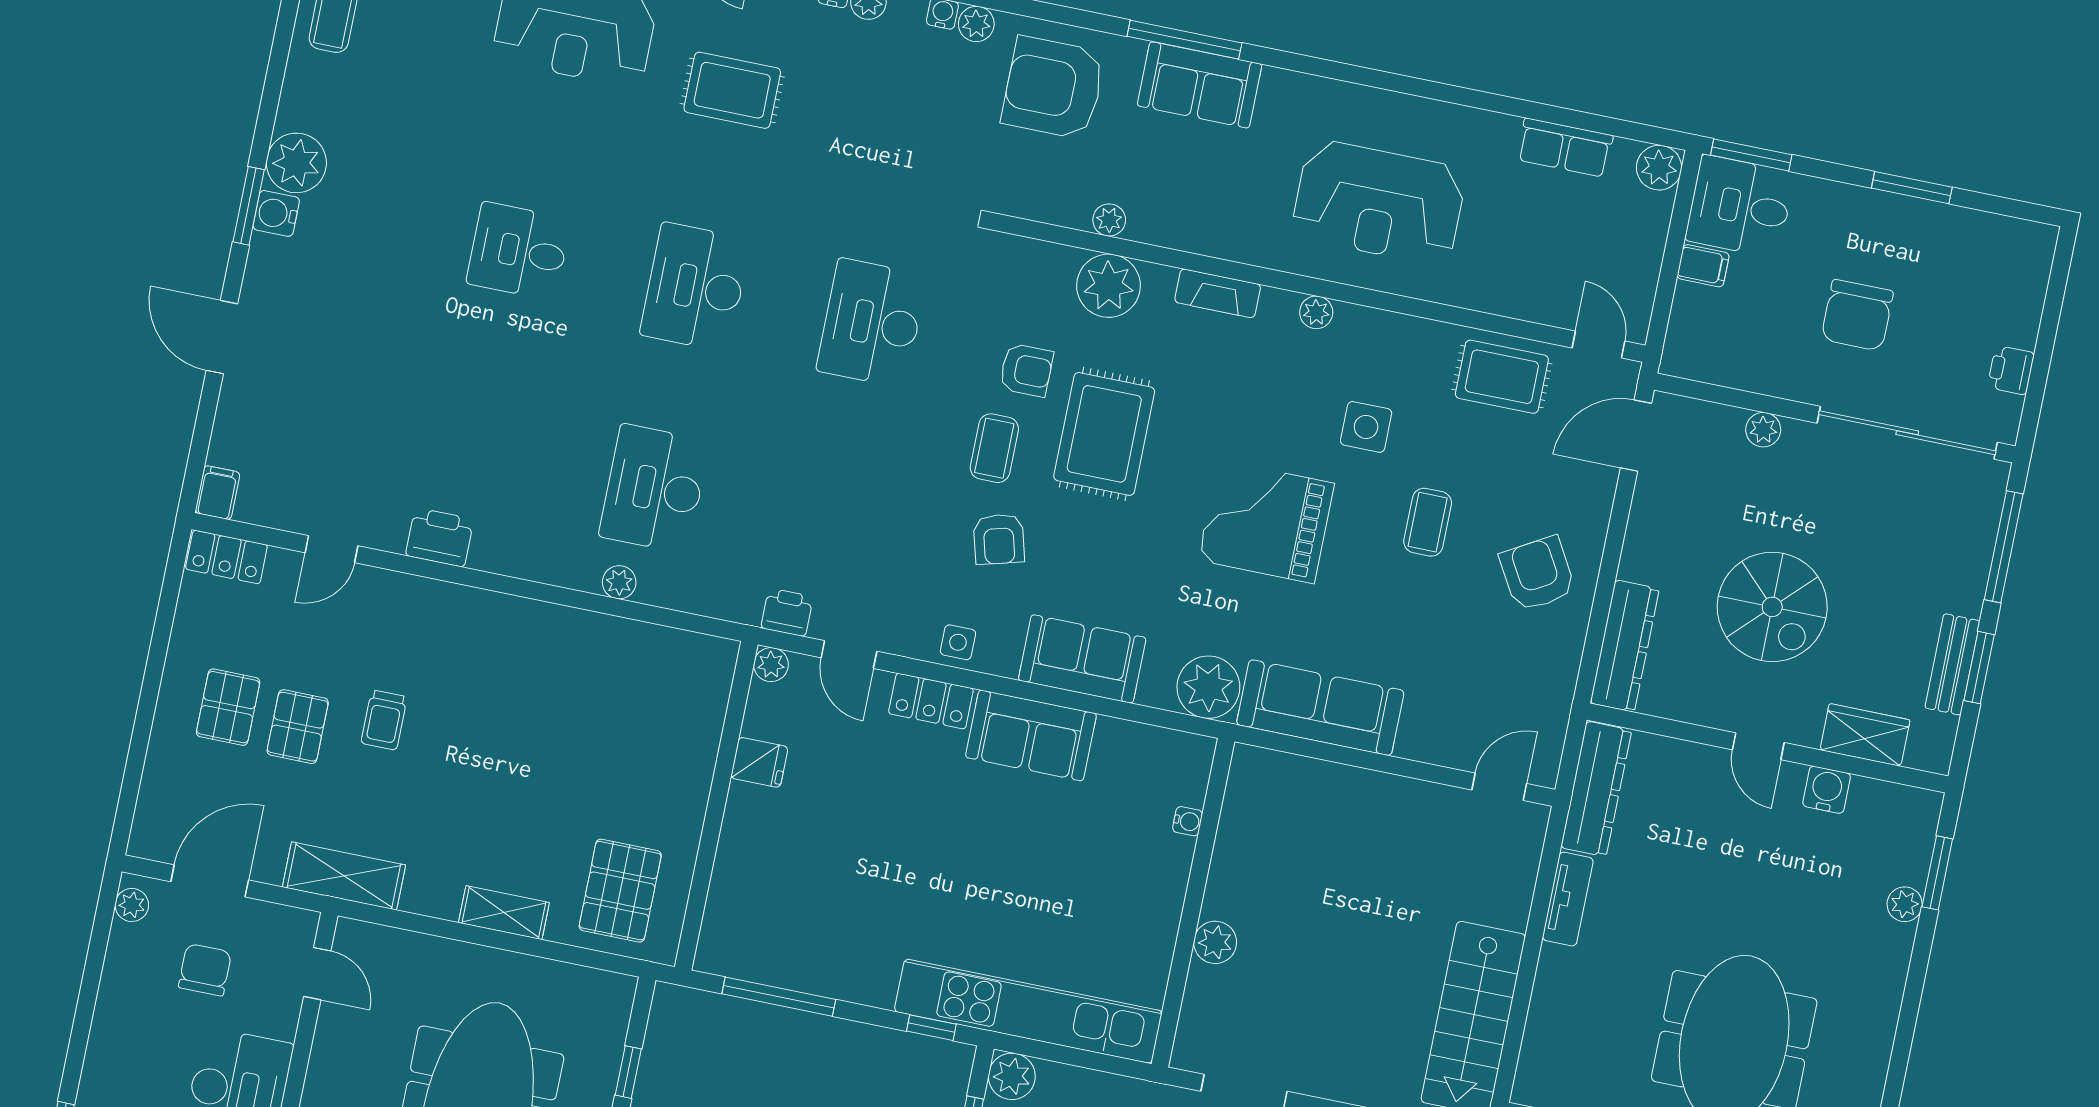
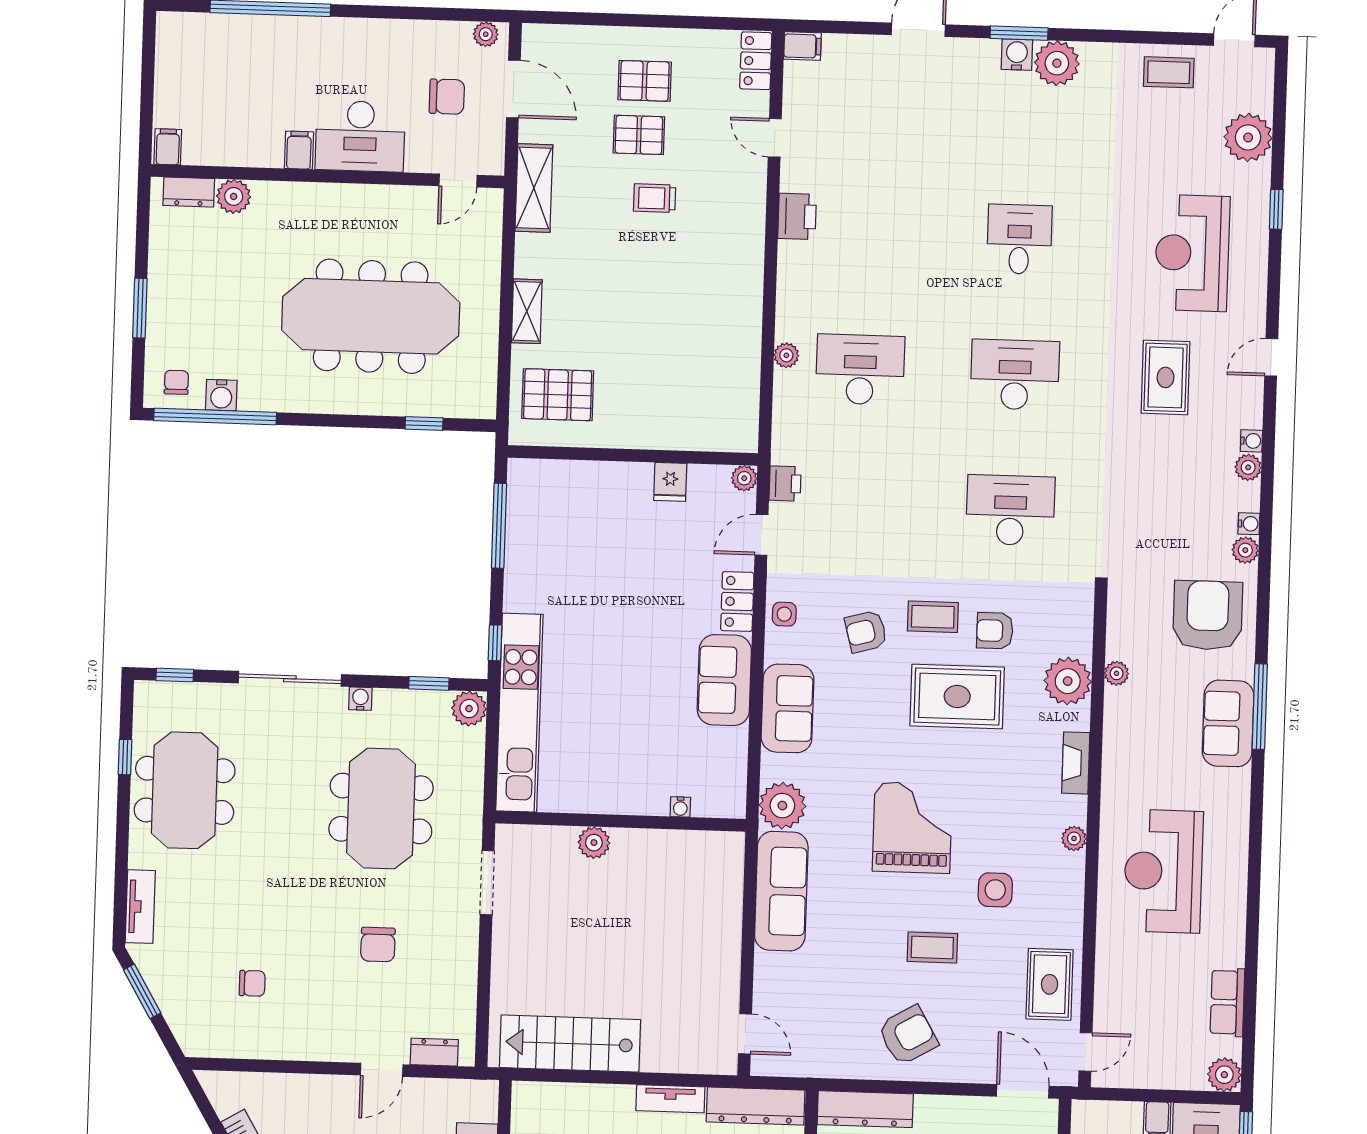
armchair: (1026, 370) -> (995, 631), turned 90

